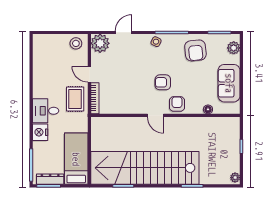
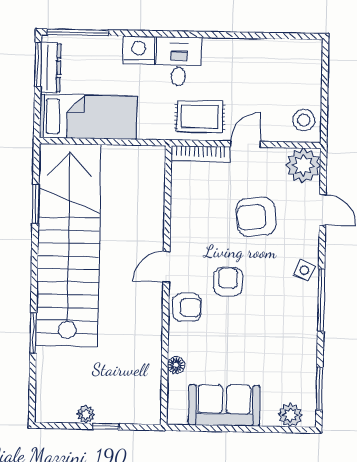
armchair: (195, 50) -> (256, 217), moved
plant: (235, 178) -> (86, 414), moved

